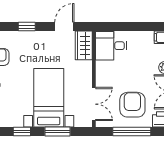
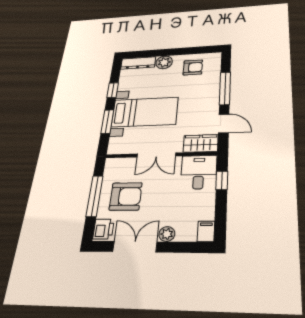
window: (27, 27) -> (225, 88), width x2.17
window: (119, 27) -> (222, 180), added
double door: (94, 104) -> (156, 155), moved

